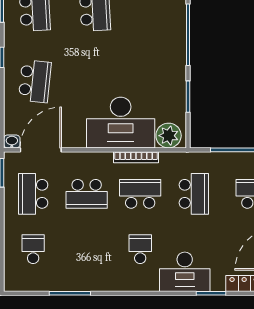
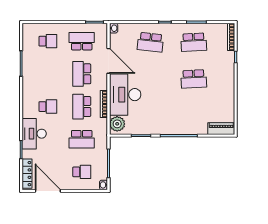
door: (41, 150) -> (109, 61), moved
school desk: (140, 194) -> (82, 107), turned 180

